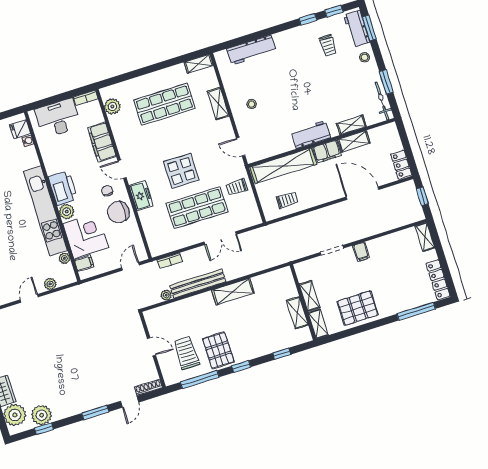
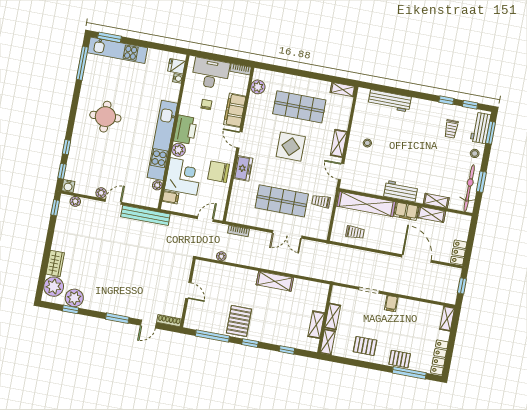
bicycle: (382, 101) -> (469, 188), width x1.37, depth x1.40
shelving: (218, 104) -> (339, 143), moved
display table: (181, 171) -> (291, 147), moved
chair: (107, 191) -> (206, 105), moved
plant: (50, 284) -> (101, 193), moved
bench: (198, 284) -> (145, 215), moved
pallet: (399, 303) -> (400, 359), added
pallet: (358, 308) -> (365, 346), width x0.67, depth x0.71
trolley: (187, 353) -> (213, 310), removed

